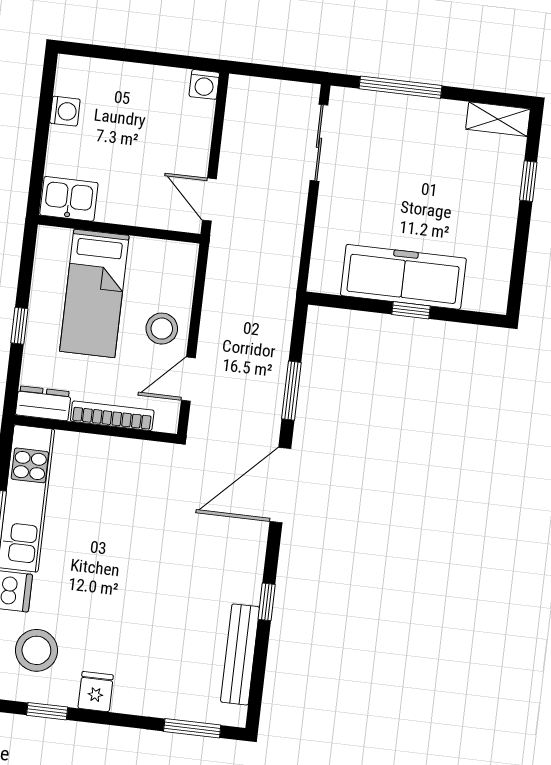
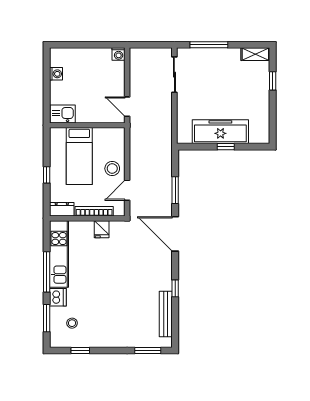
door: (280, 485) -> (175, 234), hinge flipped
stool: (36, 650) -> (72, 323), width x0.53, depth x0.53
fridge: (96, 692) -> (102, 229), moved, turned 180

